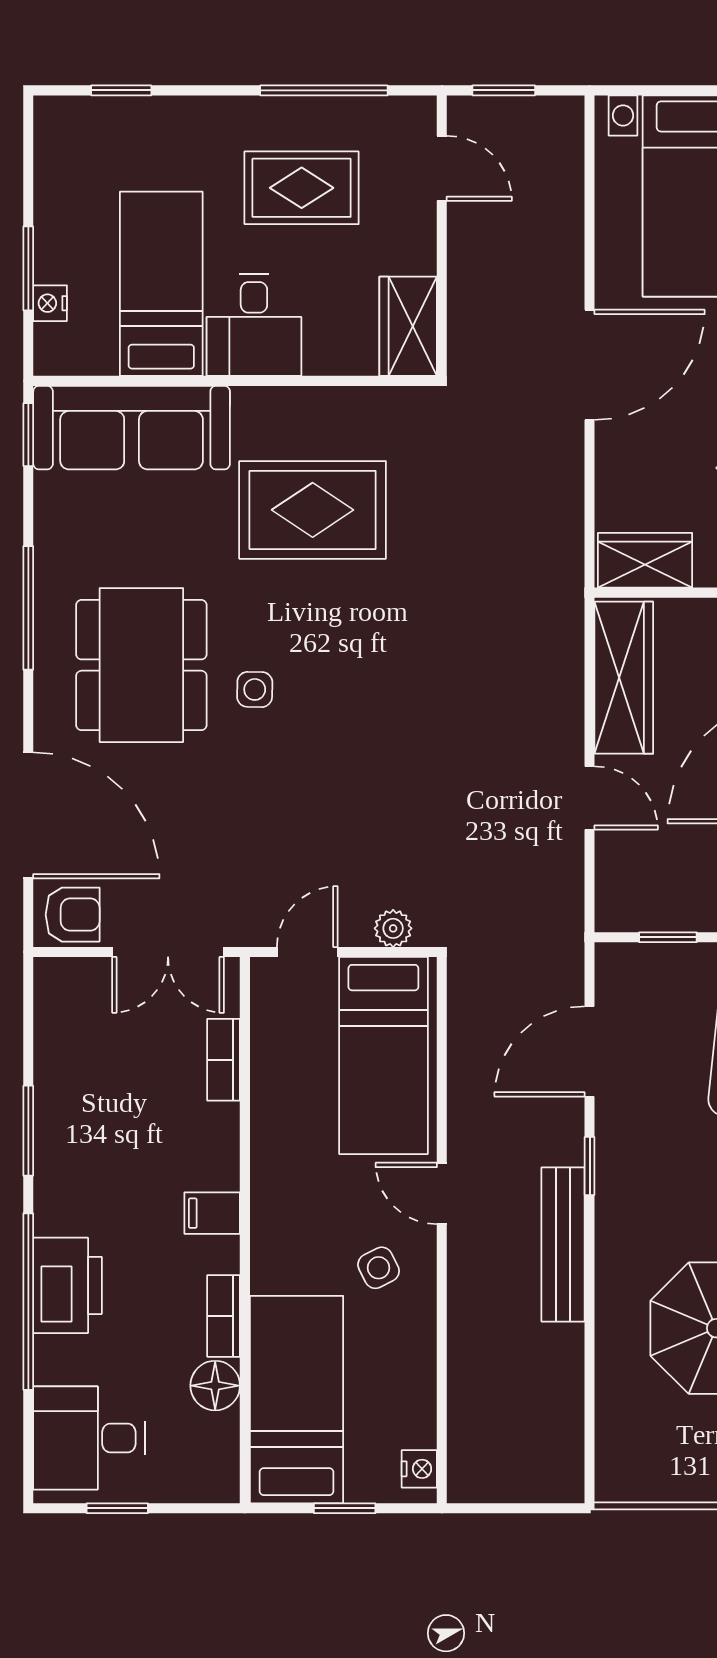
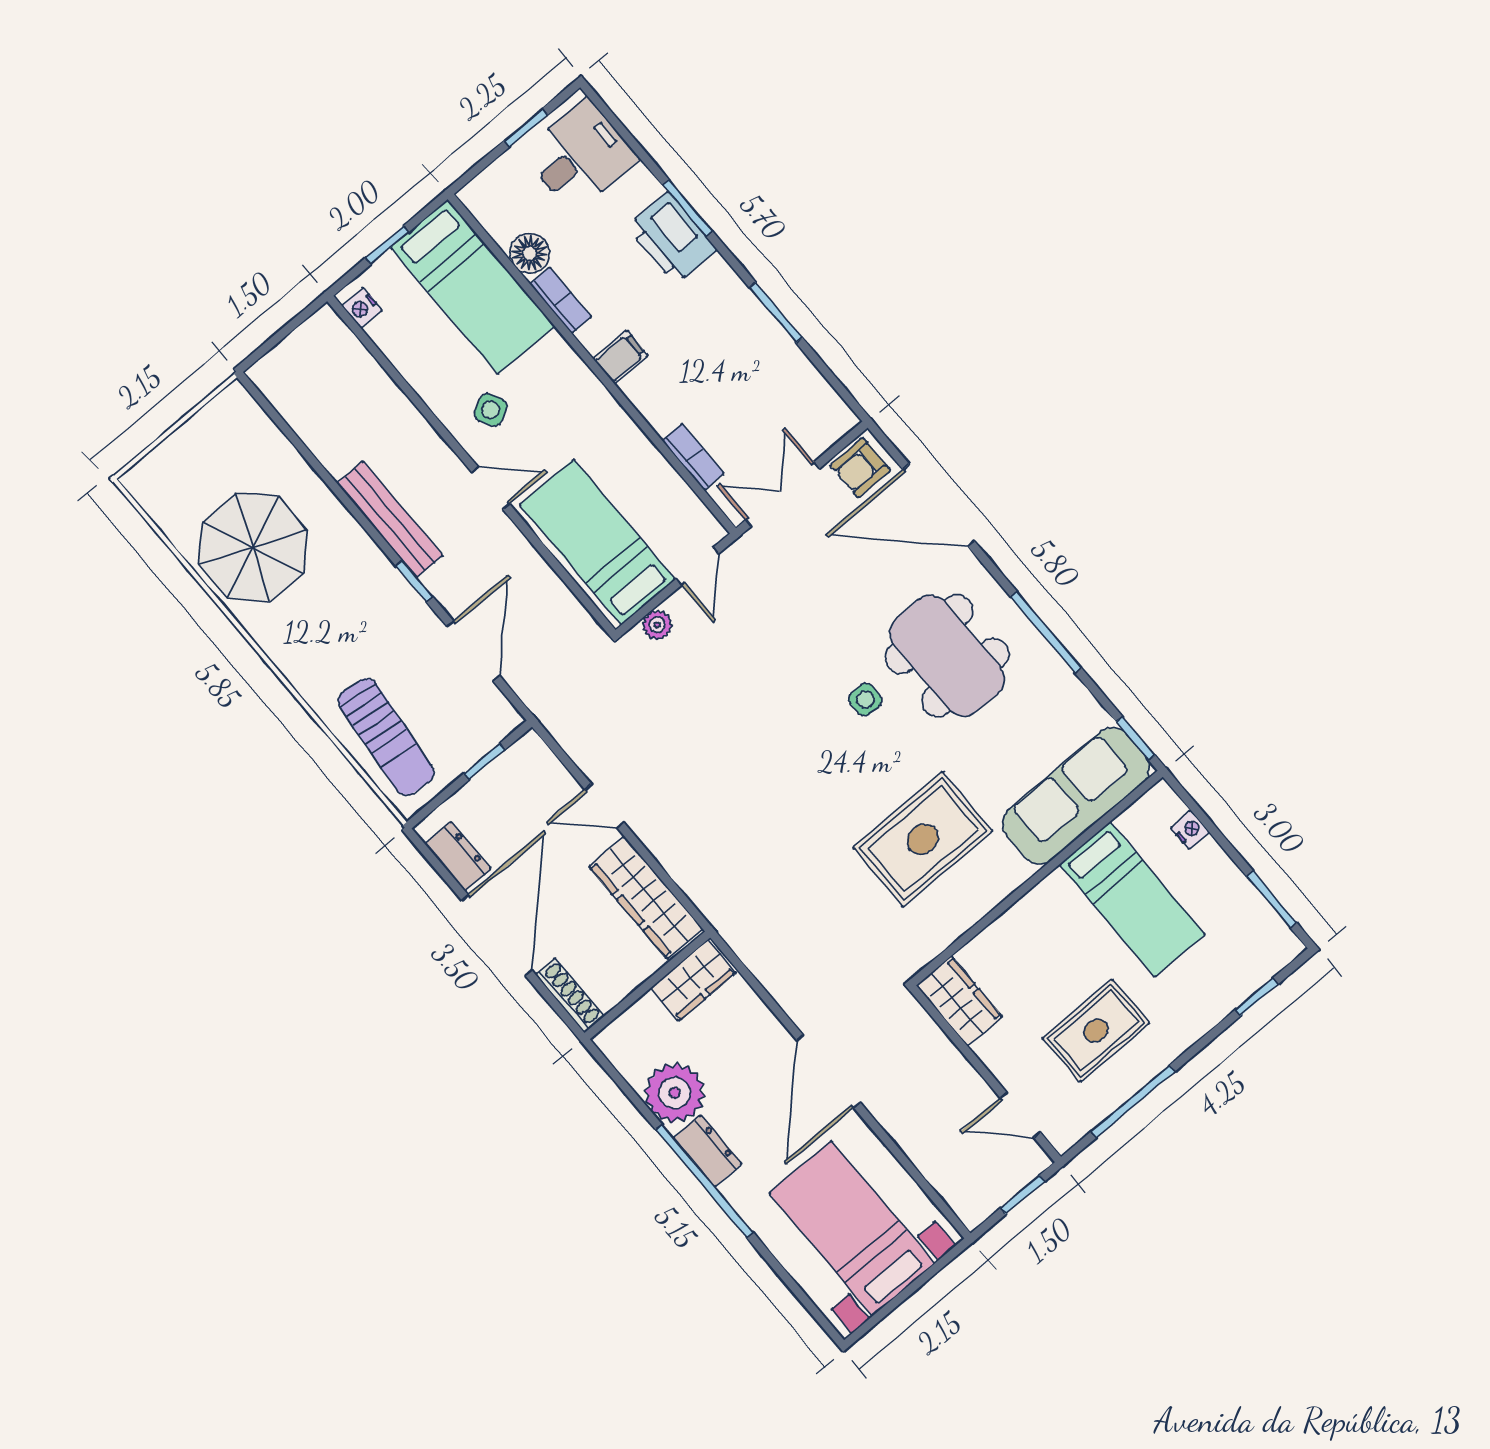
window: (28, 268) -> (1272, 899), moved
desk: (254, 325) -> (1054, 922), removed
window: (28, 1302) -> (687, 208), width x0.47

